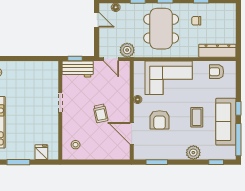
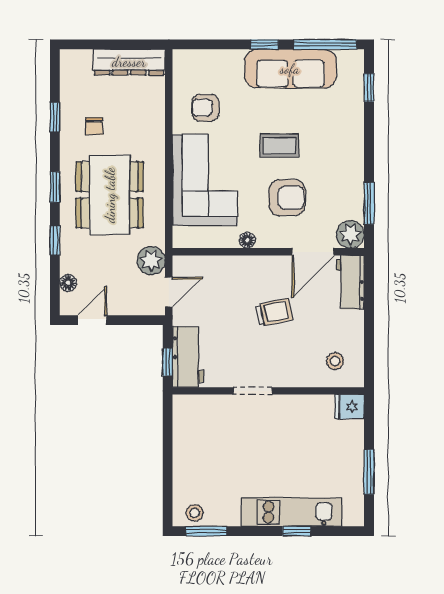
dining table: (161, 29) -> (110, 195), turned 90
dresser: (217, 51) -> (129, 62), moved, turned -90
armchair: (216, 72) -> (206, 108), moved, turned 90
coffee table: (197, 117) -> (279, 146), moved
fridge: (41, 152) -> (350, 407), moved
workbench: (116, 153) -> (350, 282), added
plant: (193, 153) -> (350, 234), moved

